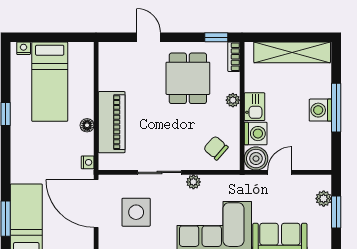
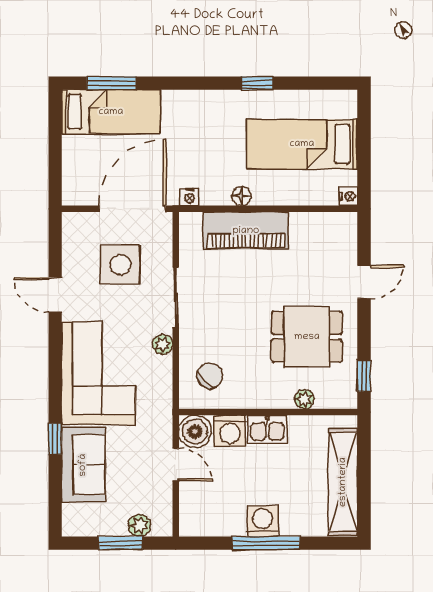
nightstand: (24, 48) -> (349, 196), moved
bookcase: (234, 57) -> (337, 401), removed
plant: (233, 100) -> (304, 399), moved

